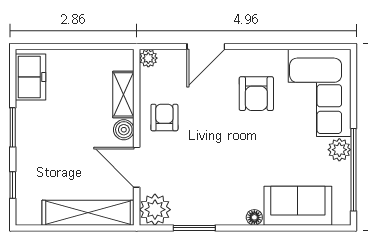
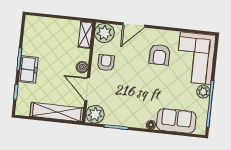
plant: (148, 58) -> (104, 33), width x1.87, depth x1.87
freezer: (30, 77) -> (28, 70), moved
shelving: (123, 94) -> (85, 35), moved

